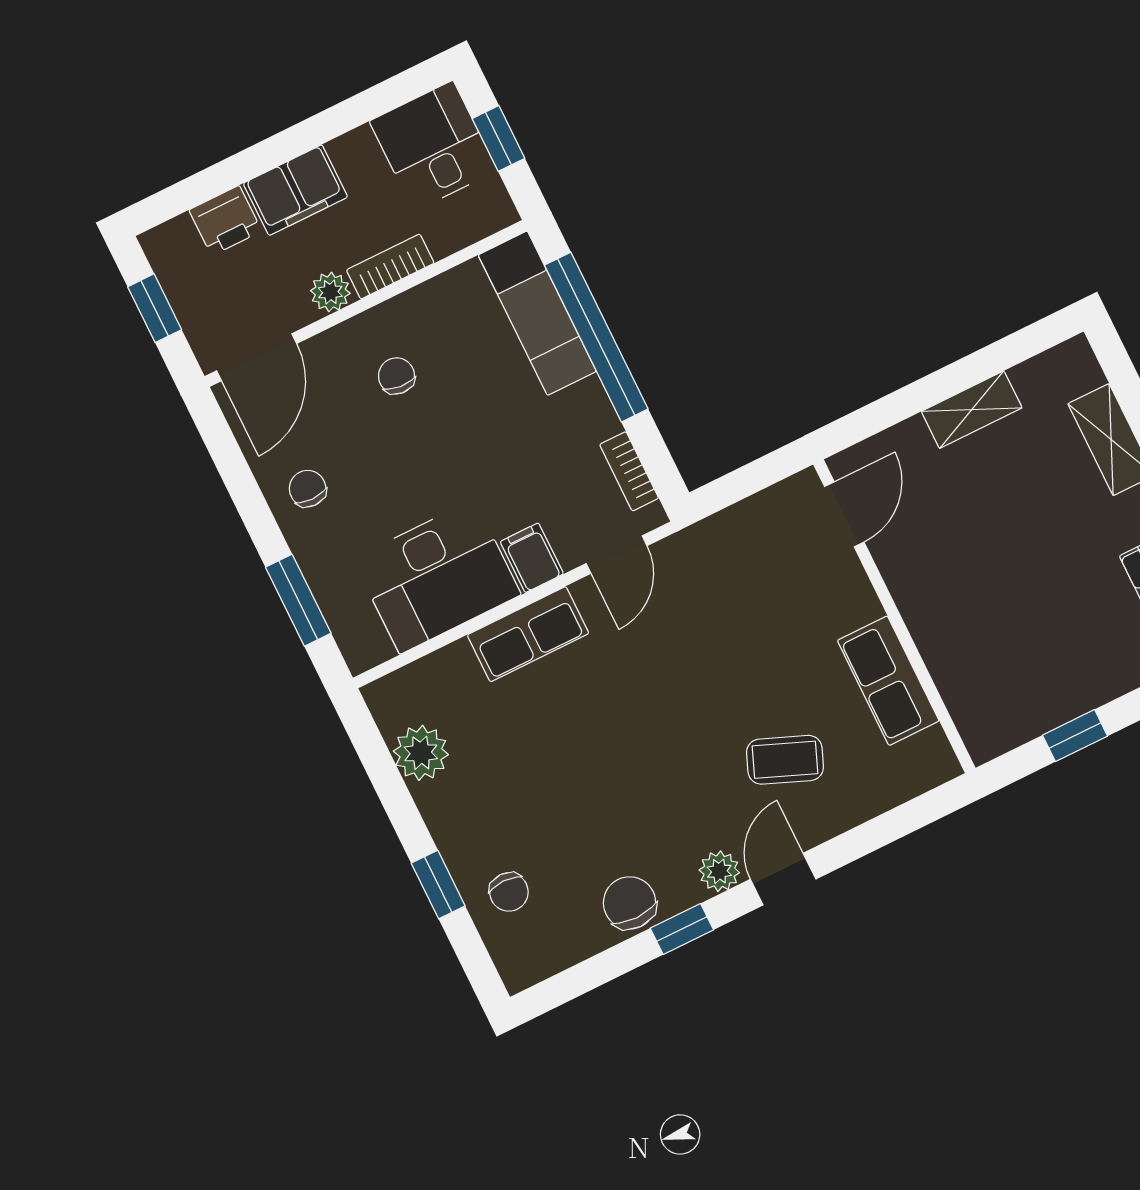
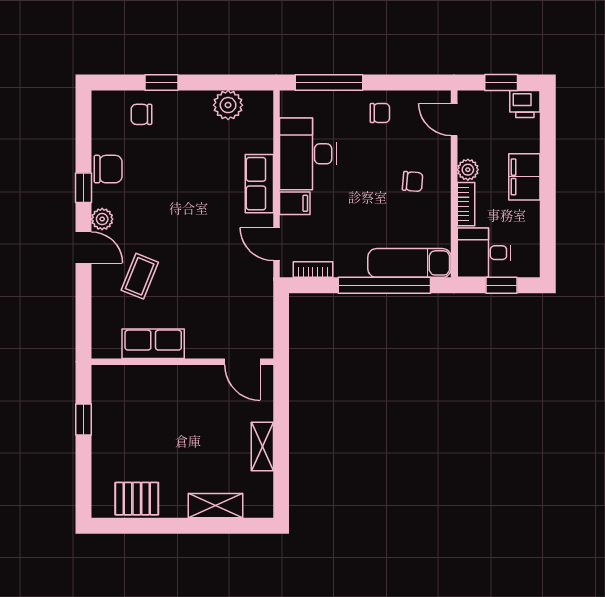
desk: (433, 146) -> (484, 253), moved, turned 180
printer: (225, 221) -> (525, 104), moved, turned -90
door: (257, 357) -> (454, 120), width x0.73
window: (298, 600) -> (329, 83), width x1.44

